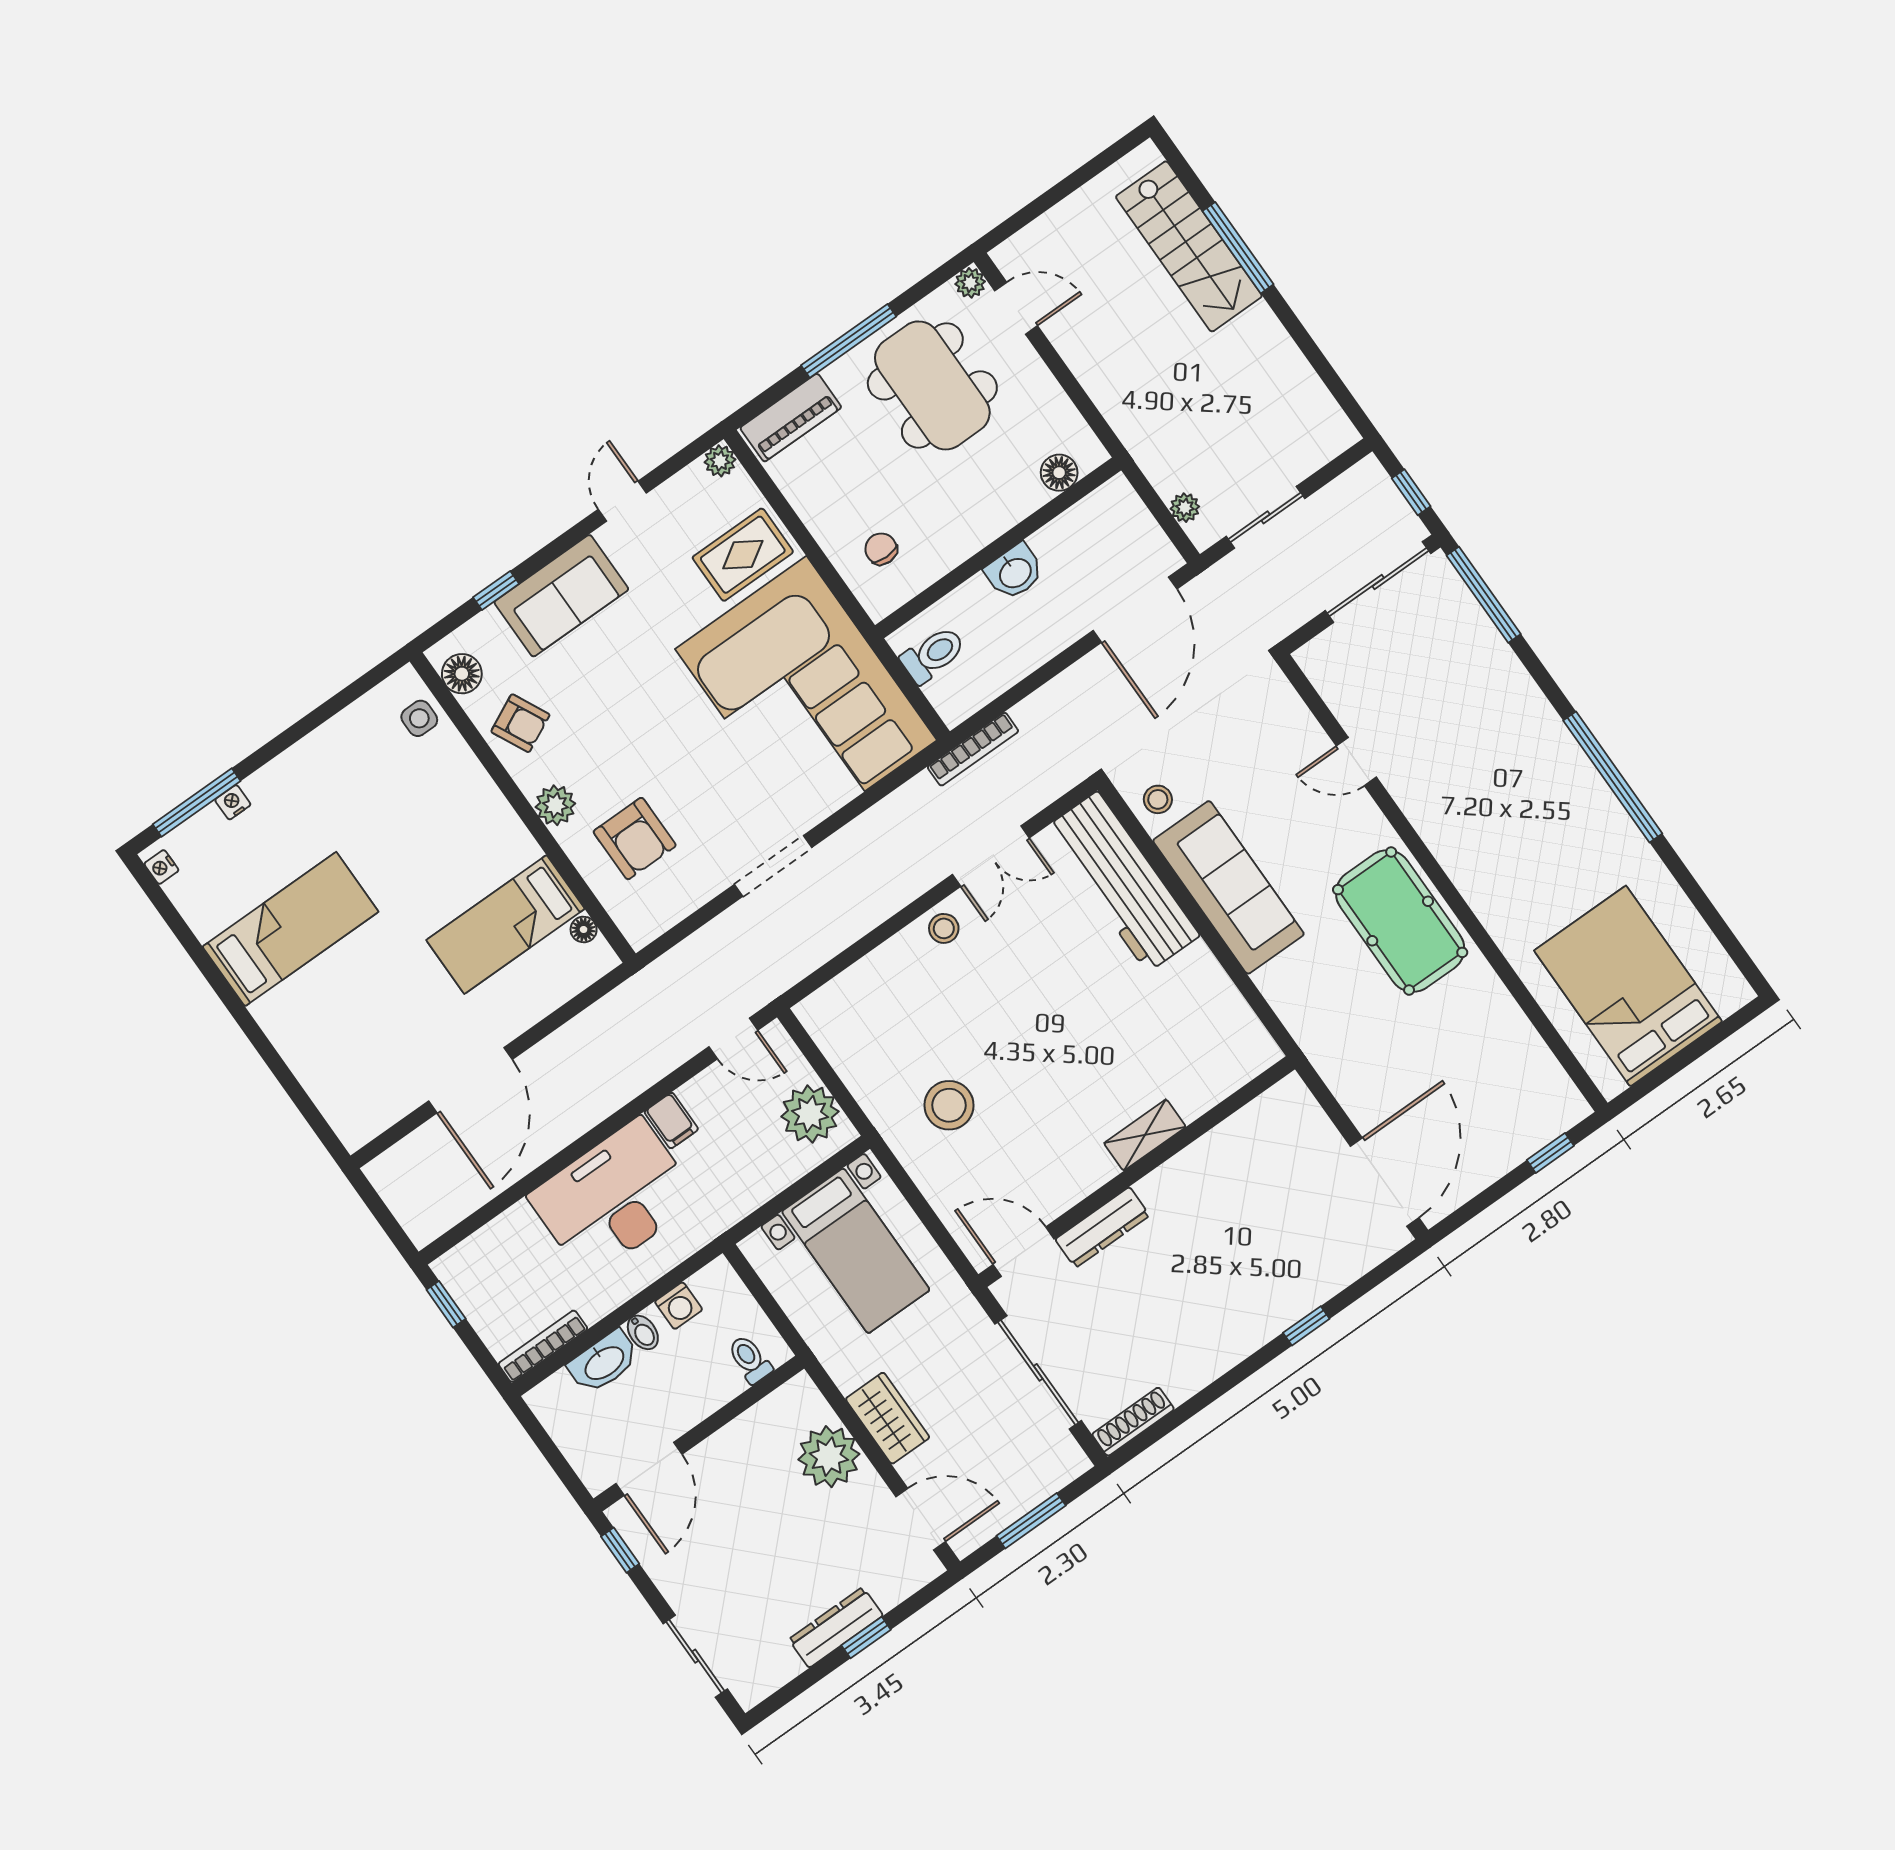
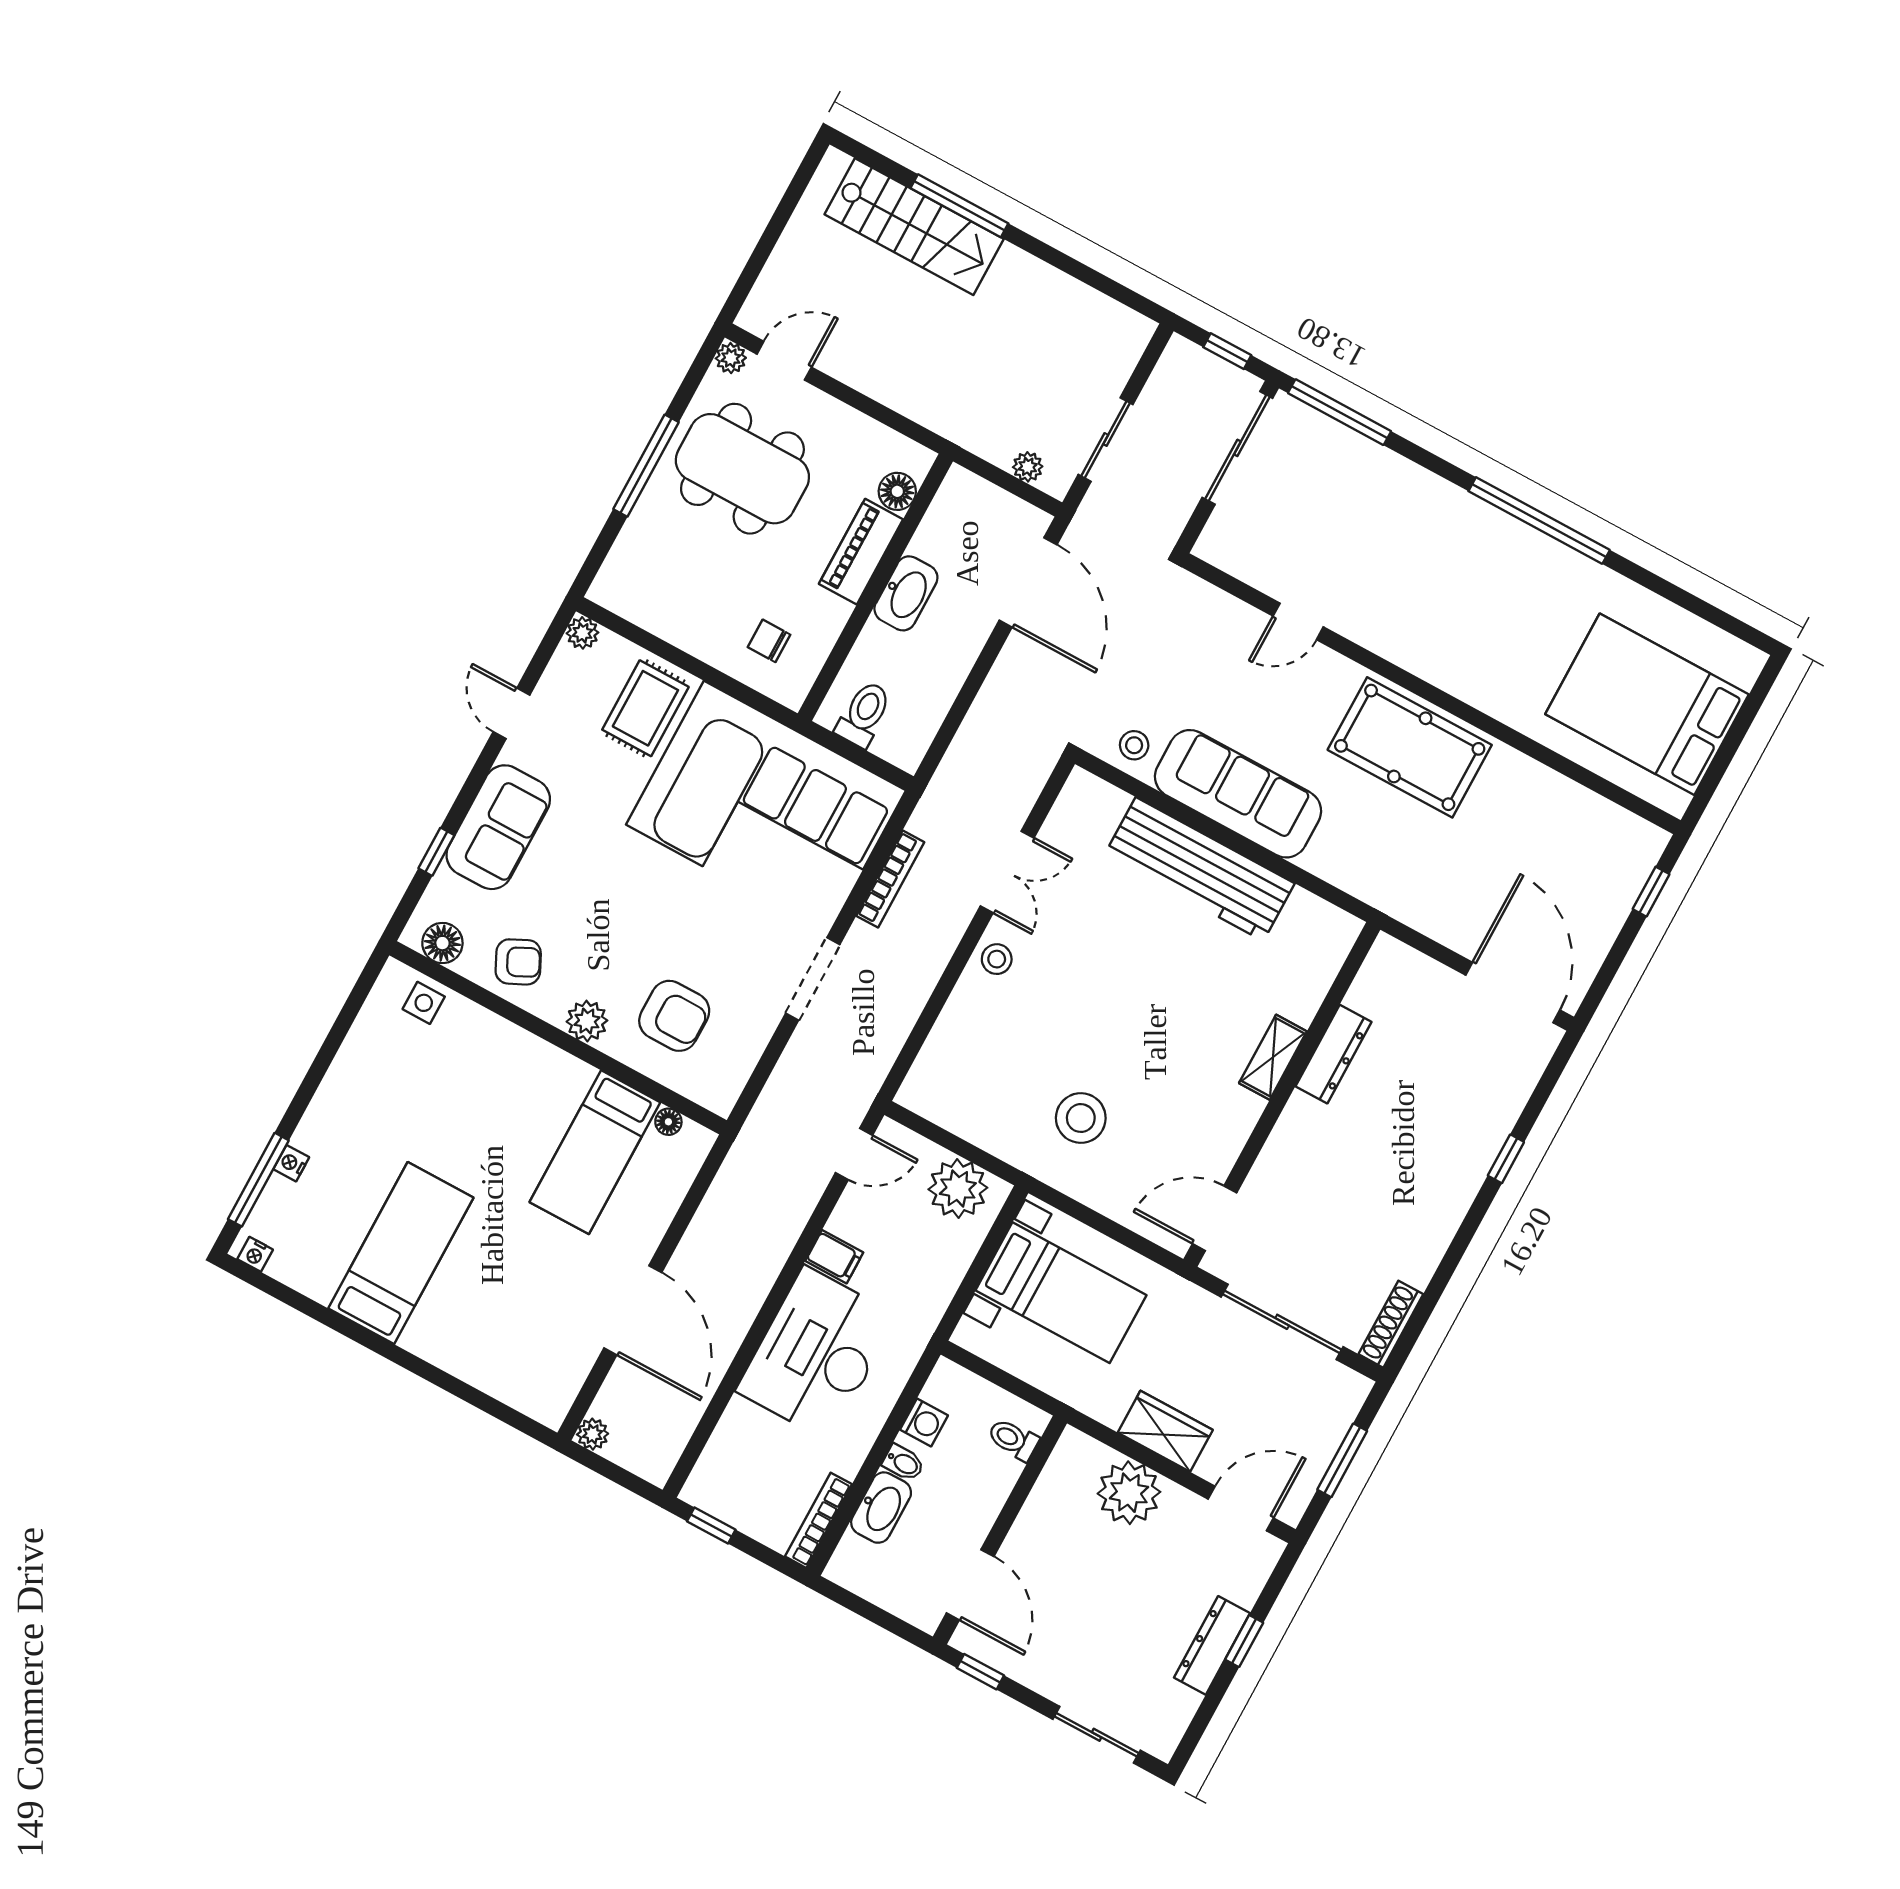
piano: (791, 418) -> (861, 552), moved, turned 180
washbasin: (1015, 572) -> (906, 593), width x1.38
bookcase: (973, 749) -> (890, 879), moved
workbench: (1123, 882) -> (1200, 869), moved
plant: (381, 1172) -> (593, 1434), added
dresser: (1102, 1227) -> (1334, 1054), moved

